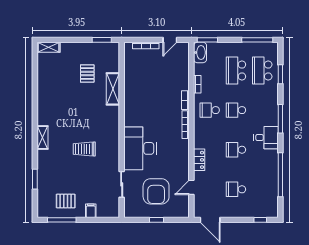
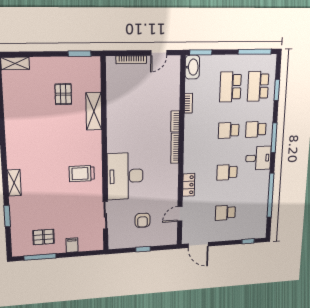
school desk: (210, 110) -> (256, 129), moved
shelving: (43, 138) -> (14, 183), moved
trolley: (84, 149) -> (82, 174), moved
armchair: (156, 191) -> (143, 220), width x0.53, depth x0.53

